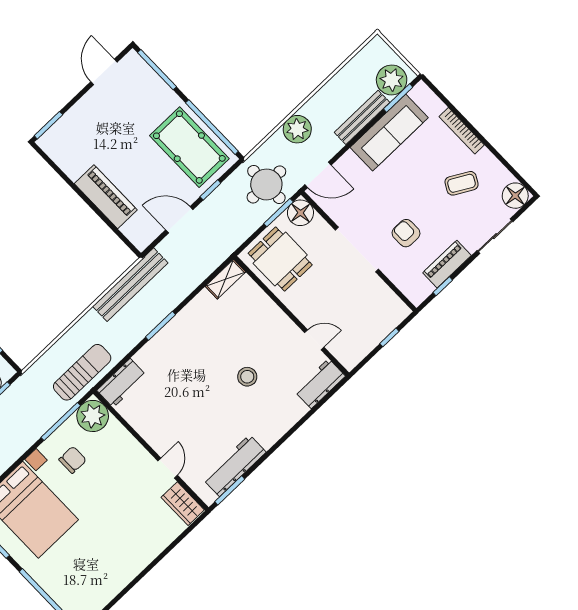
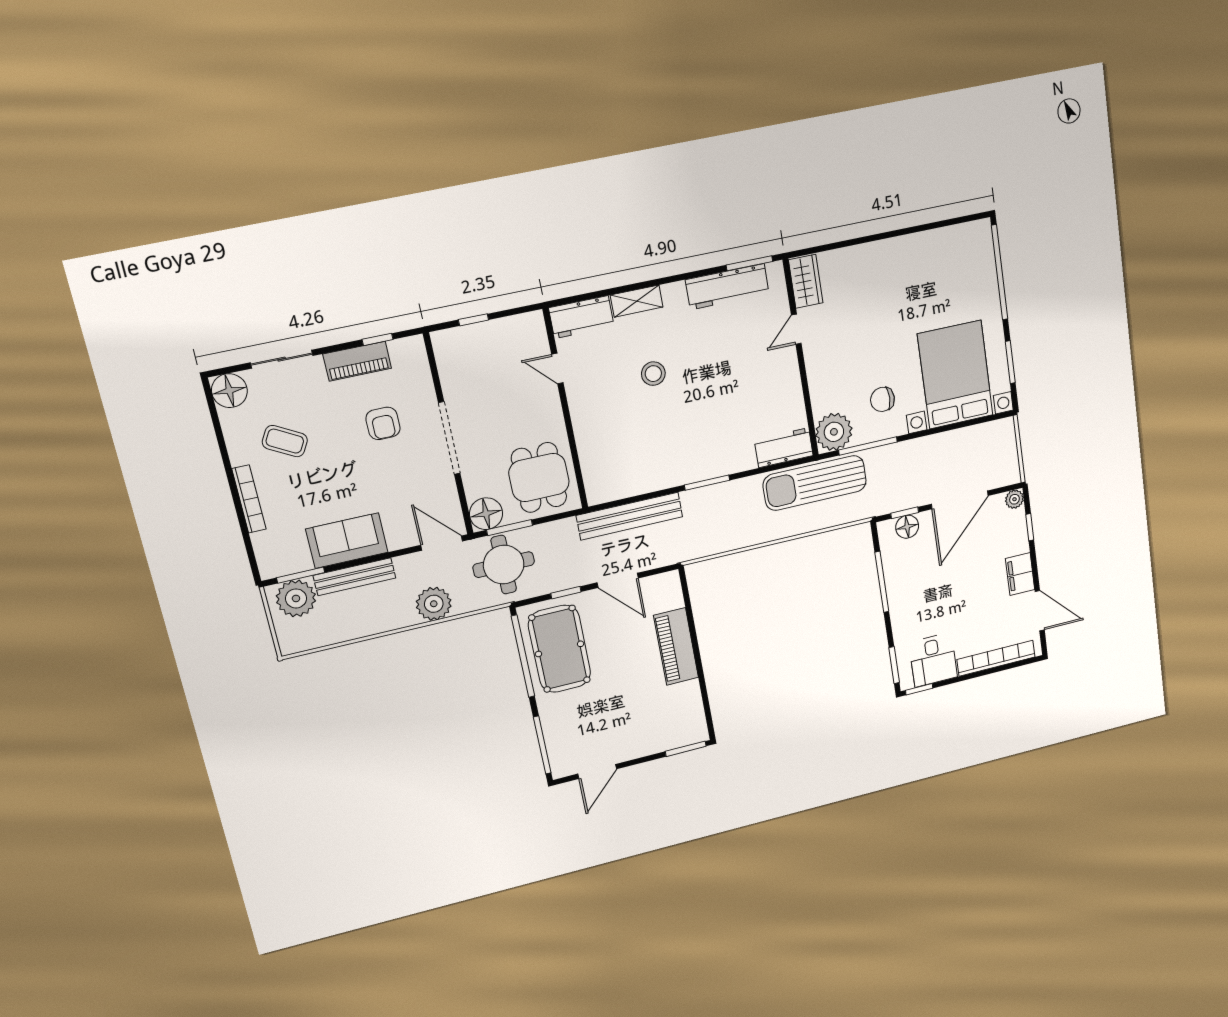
sofa: (389, 132) -> (347, 541), width x0.73
shelving: (225, 279) -> (637, 301), moved
bench: (130, 285) -> (630, 516), moved
sun lounger: (82, 372) -> (815, 483), width x1.36, depth x1.34

